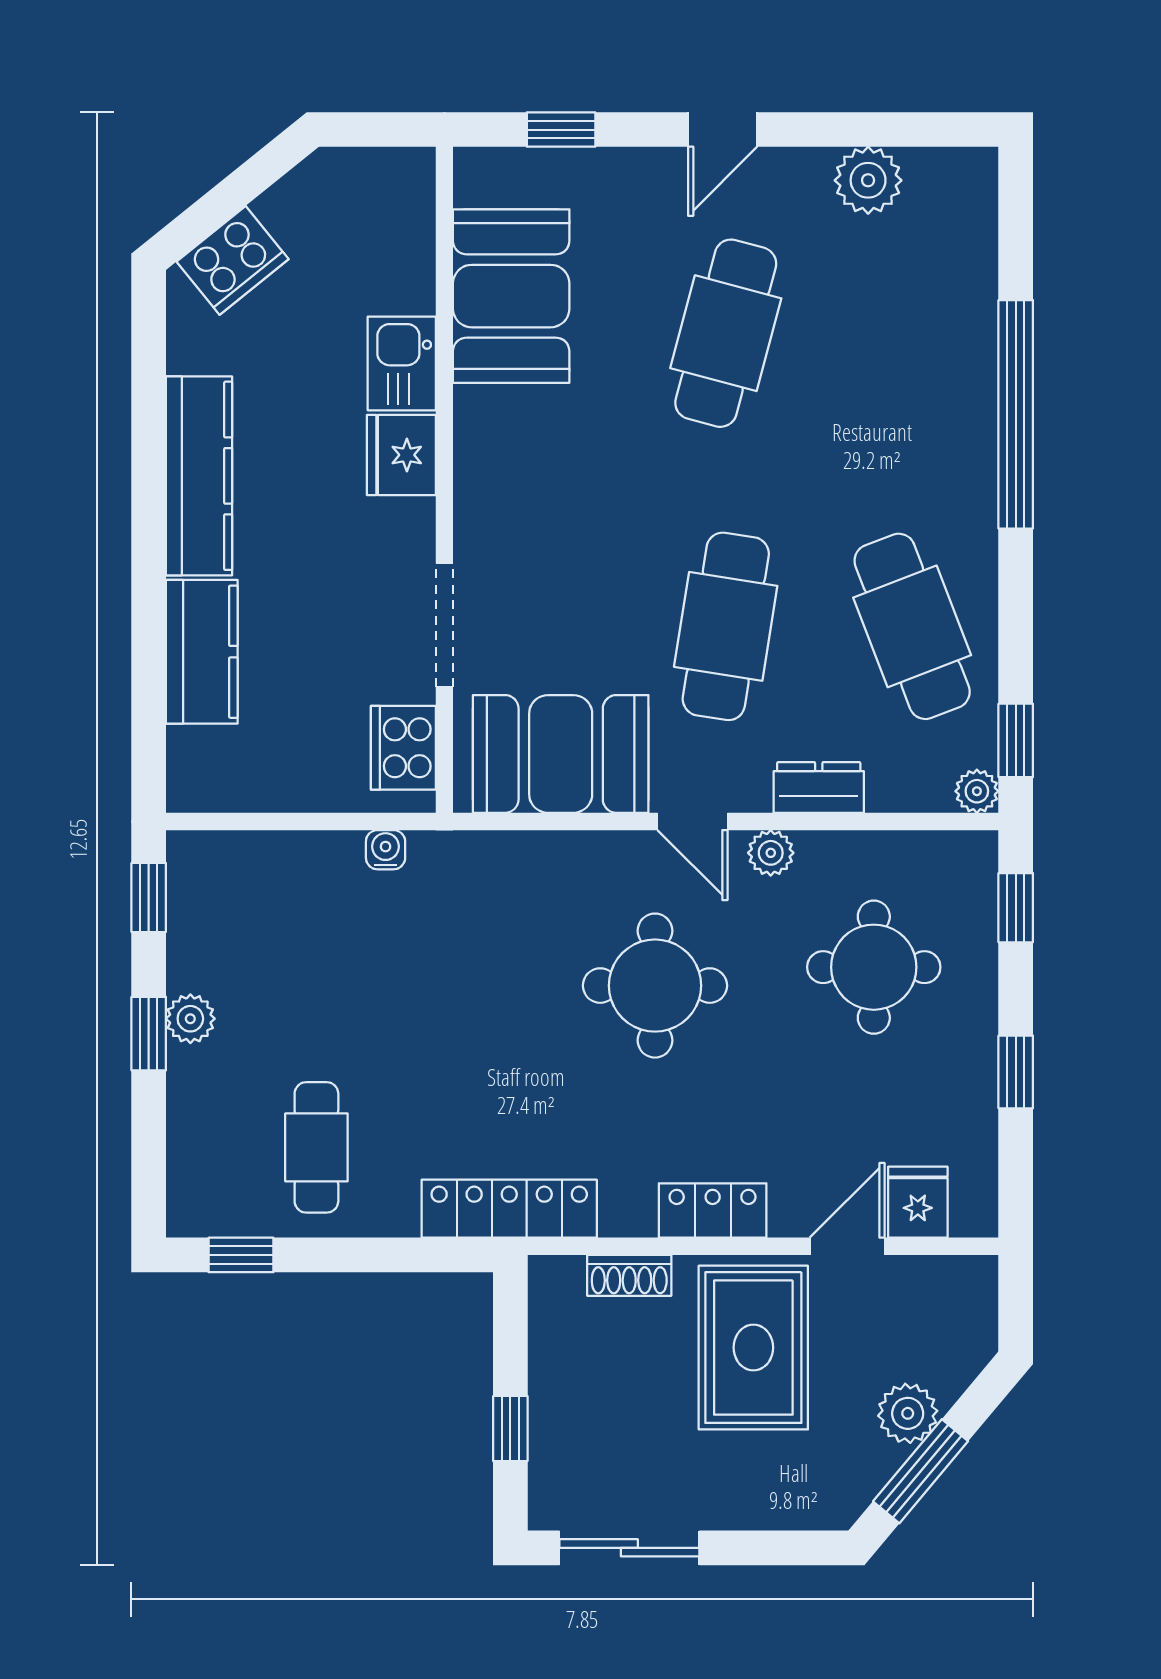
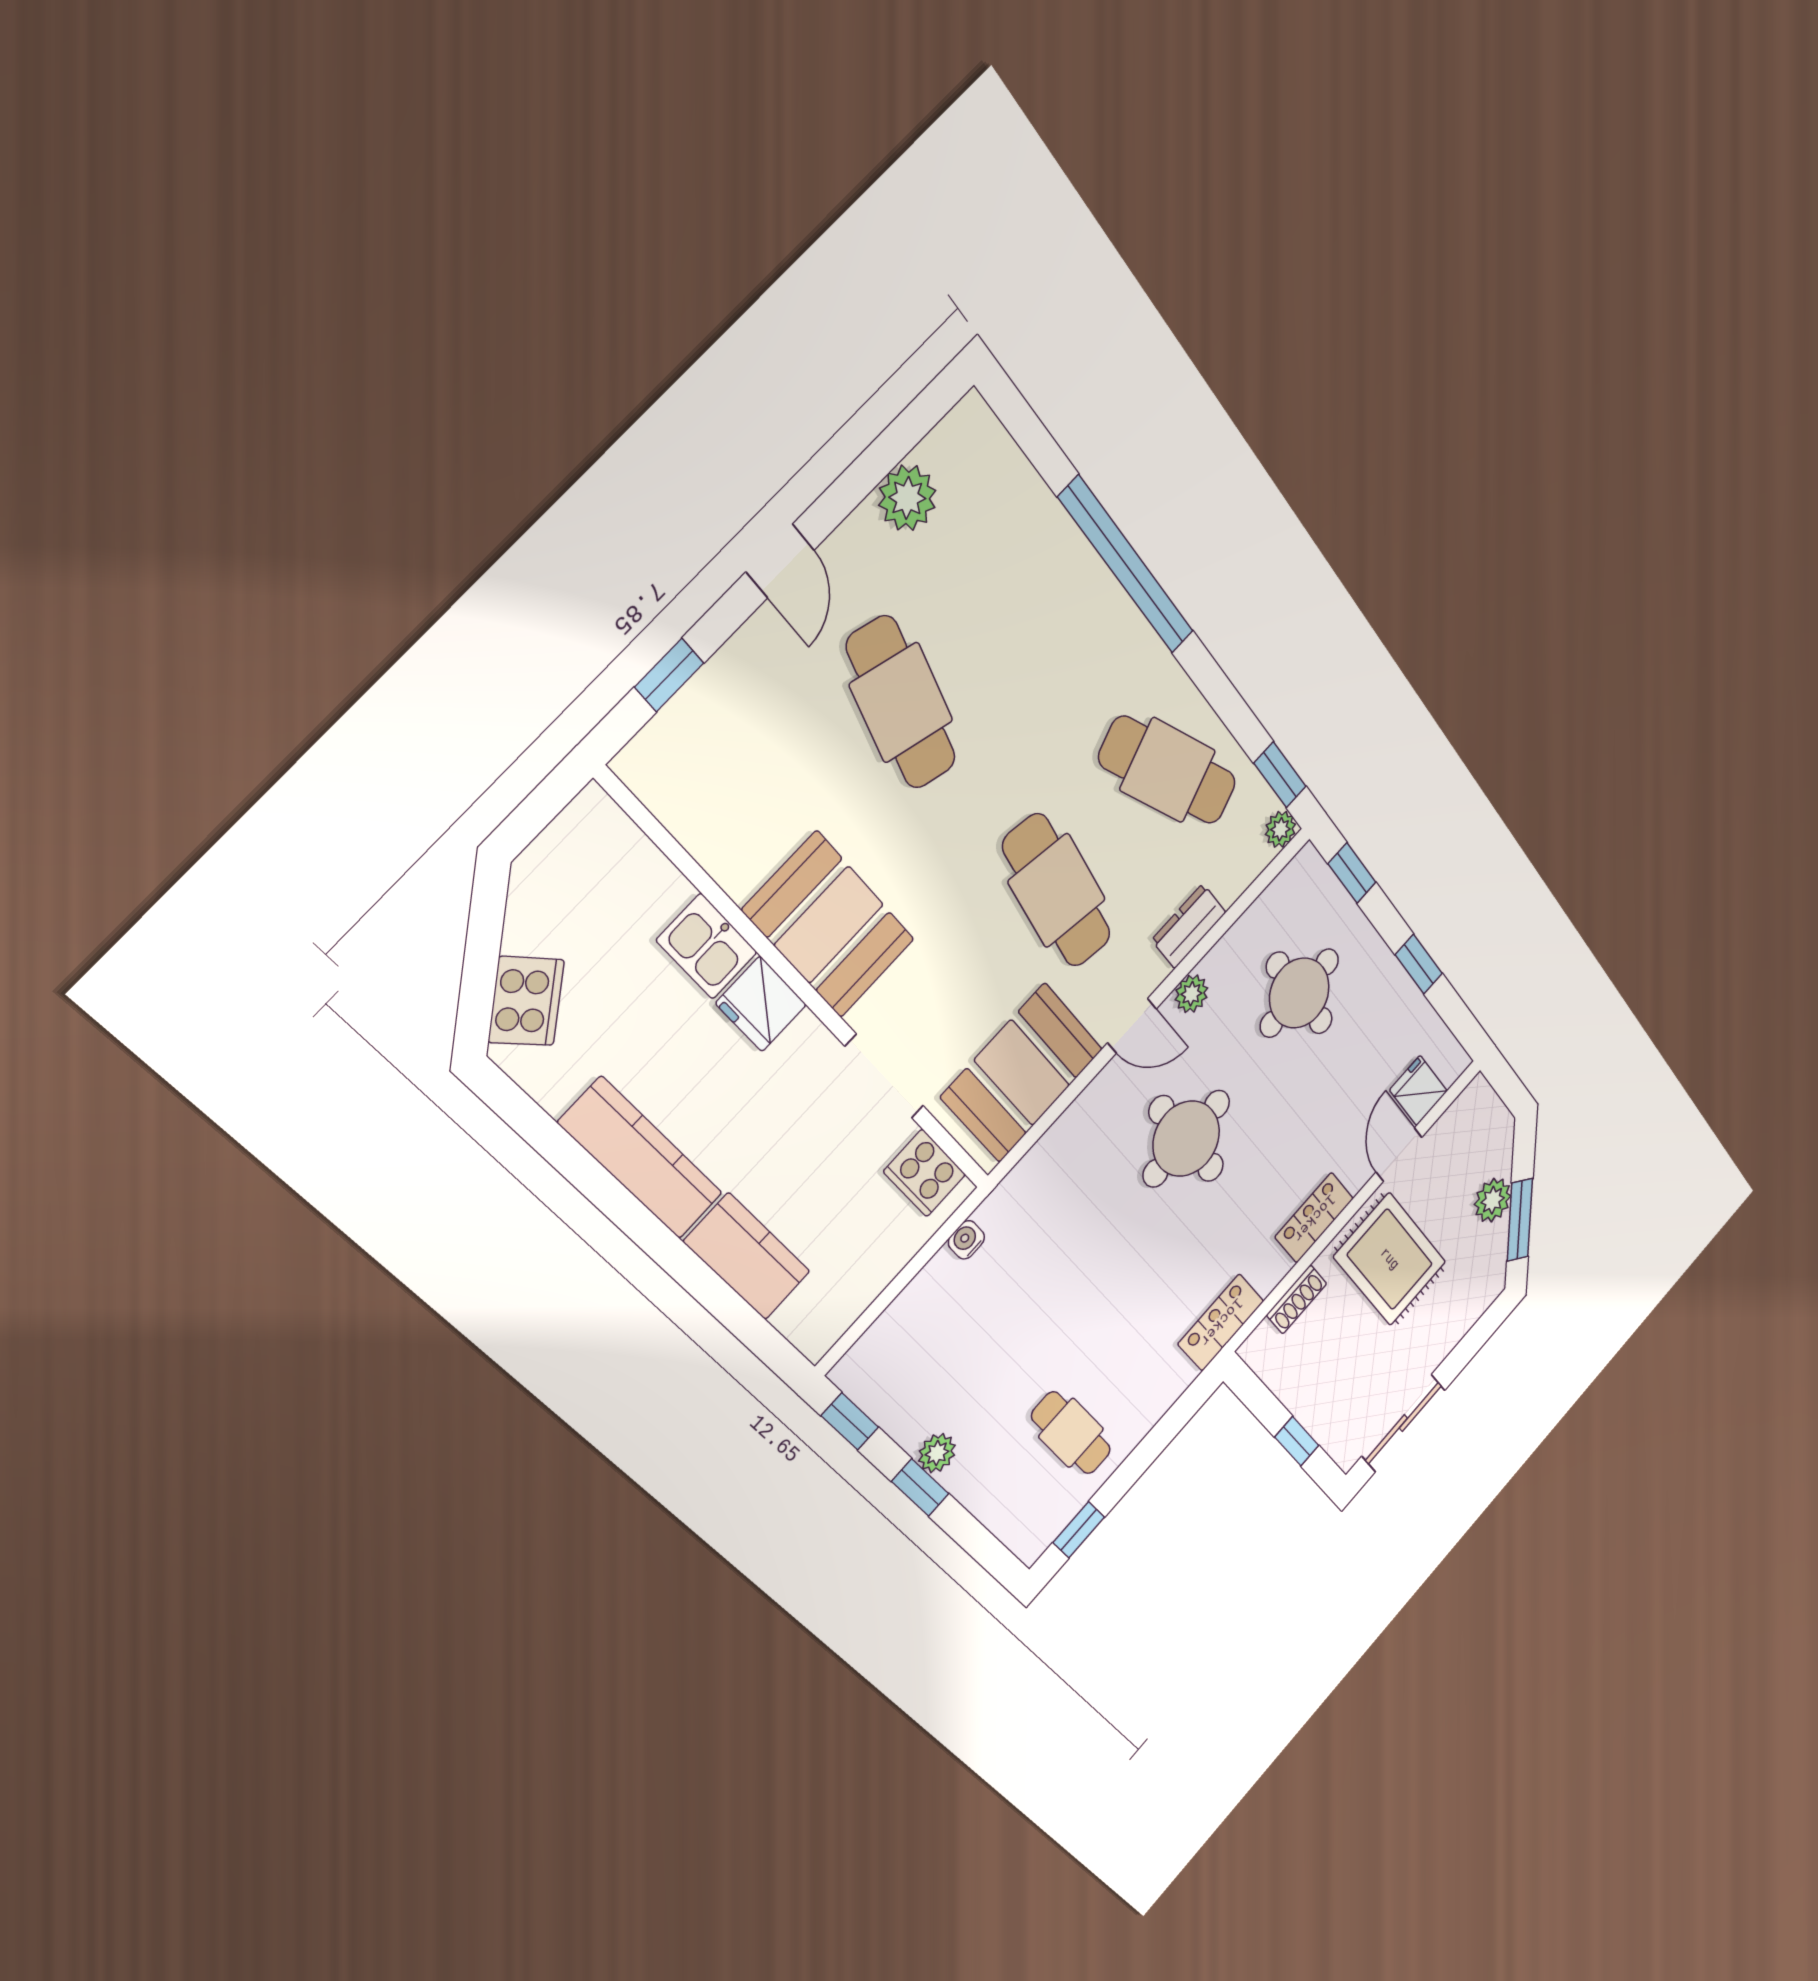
booth: (511, 296) -> (829, 925), moved
locker: (509, 1209) -> (1221, 1322), width x0.66

